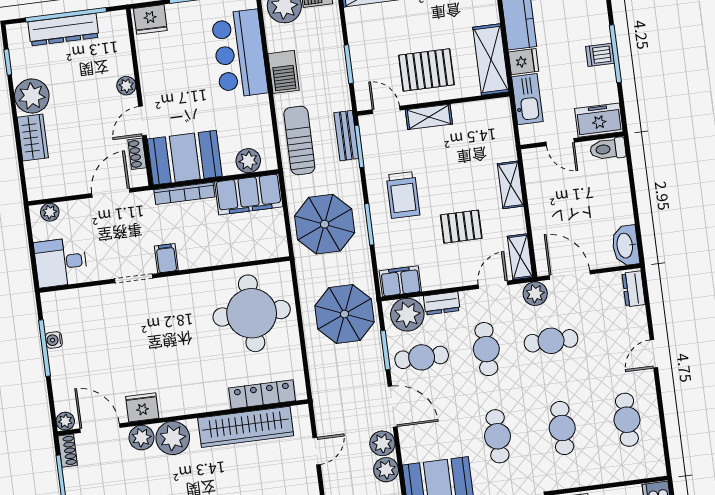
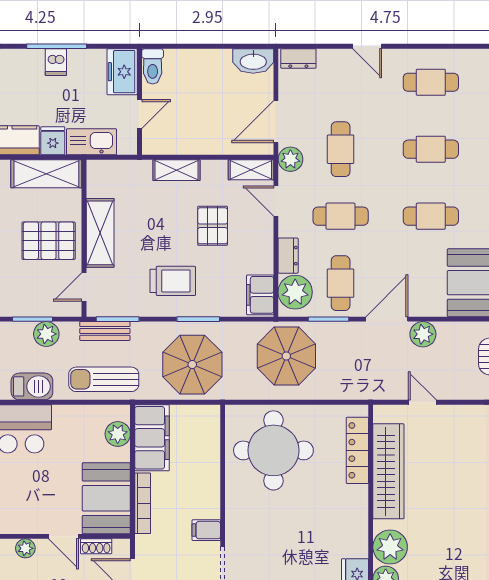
pallet: (426, 70) -> (49, 241), turned 90
shelving: (429, 117) -> (100, 233), width x1.50, depth x1.33
plant: (386, 470) -> (46, 334), moved

